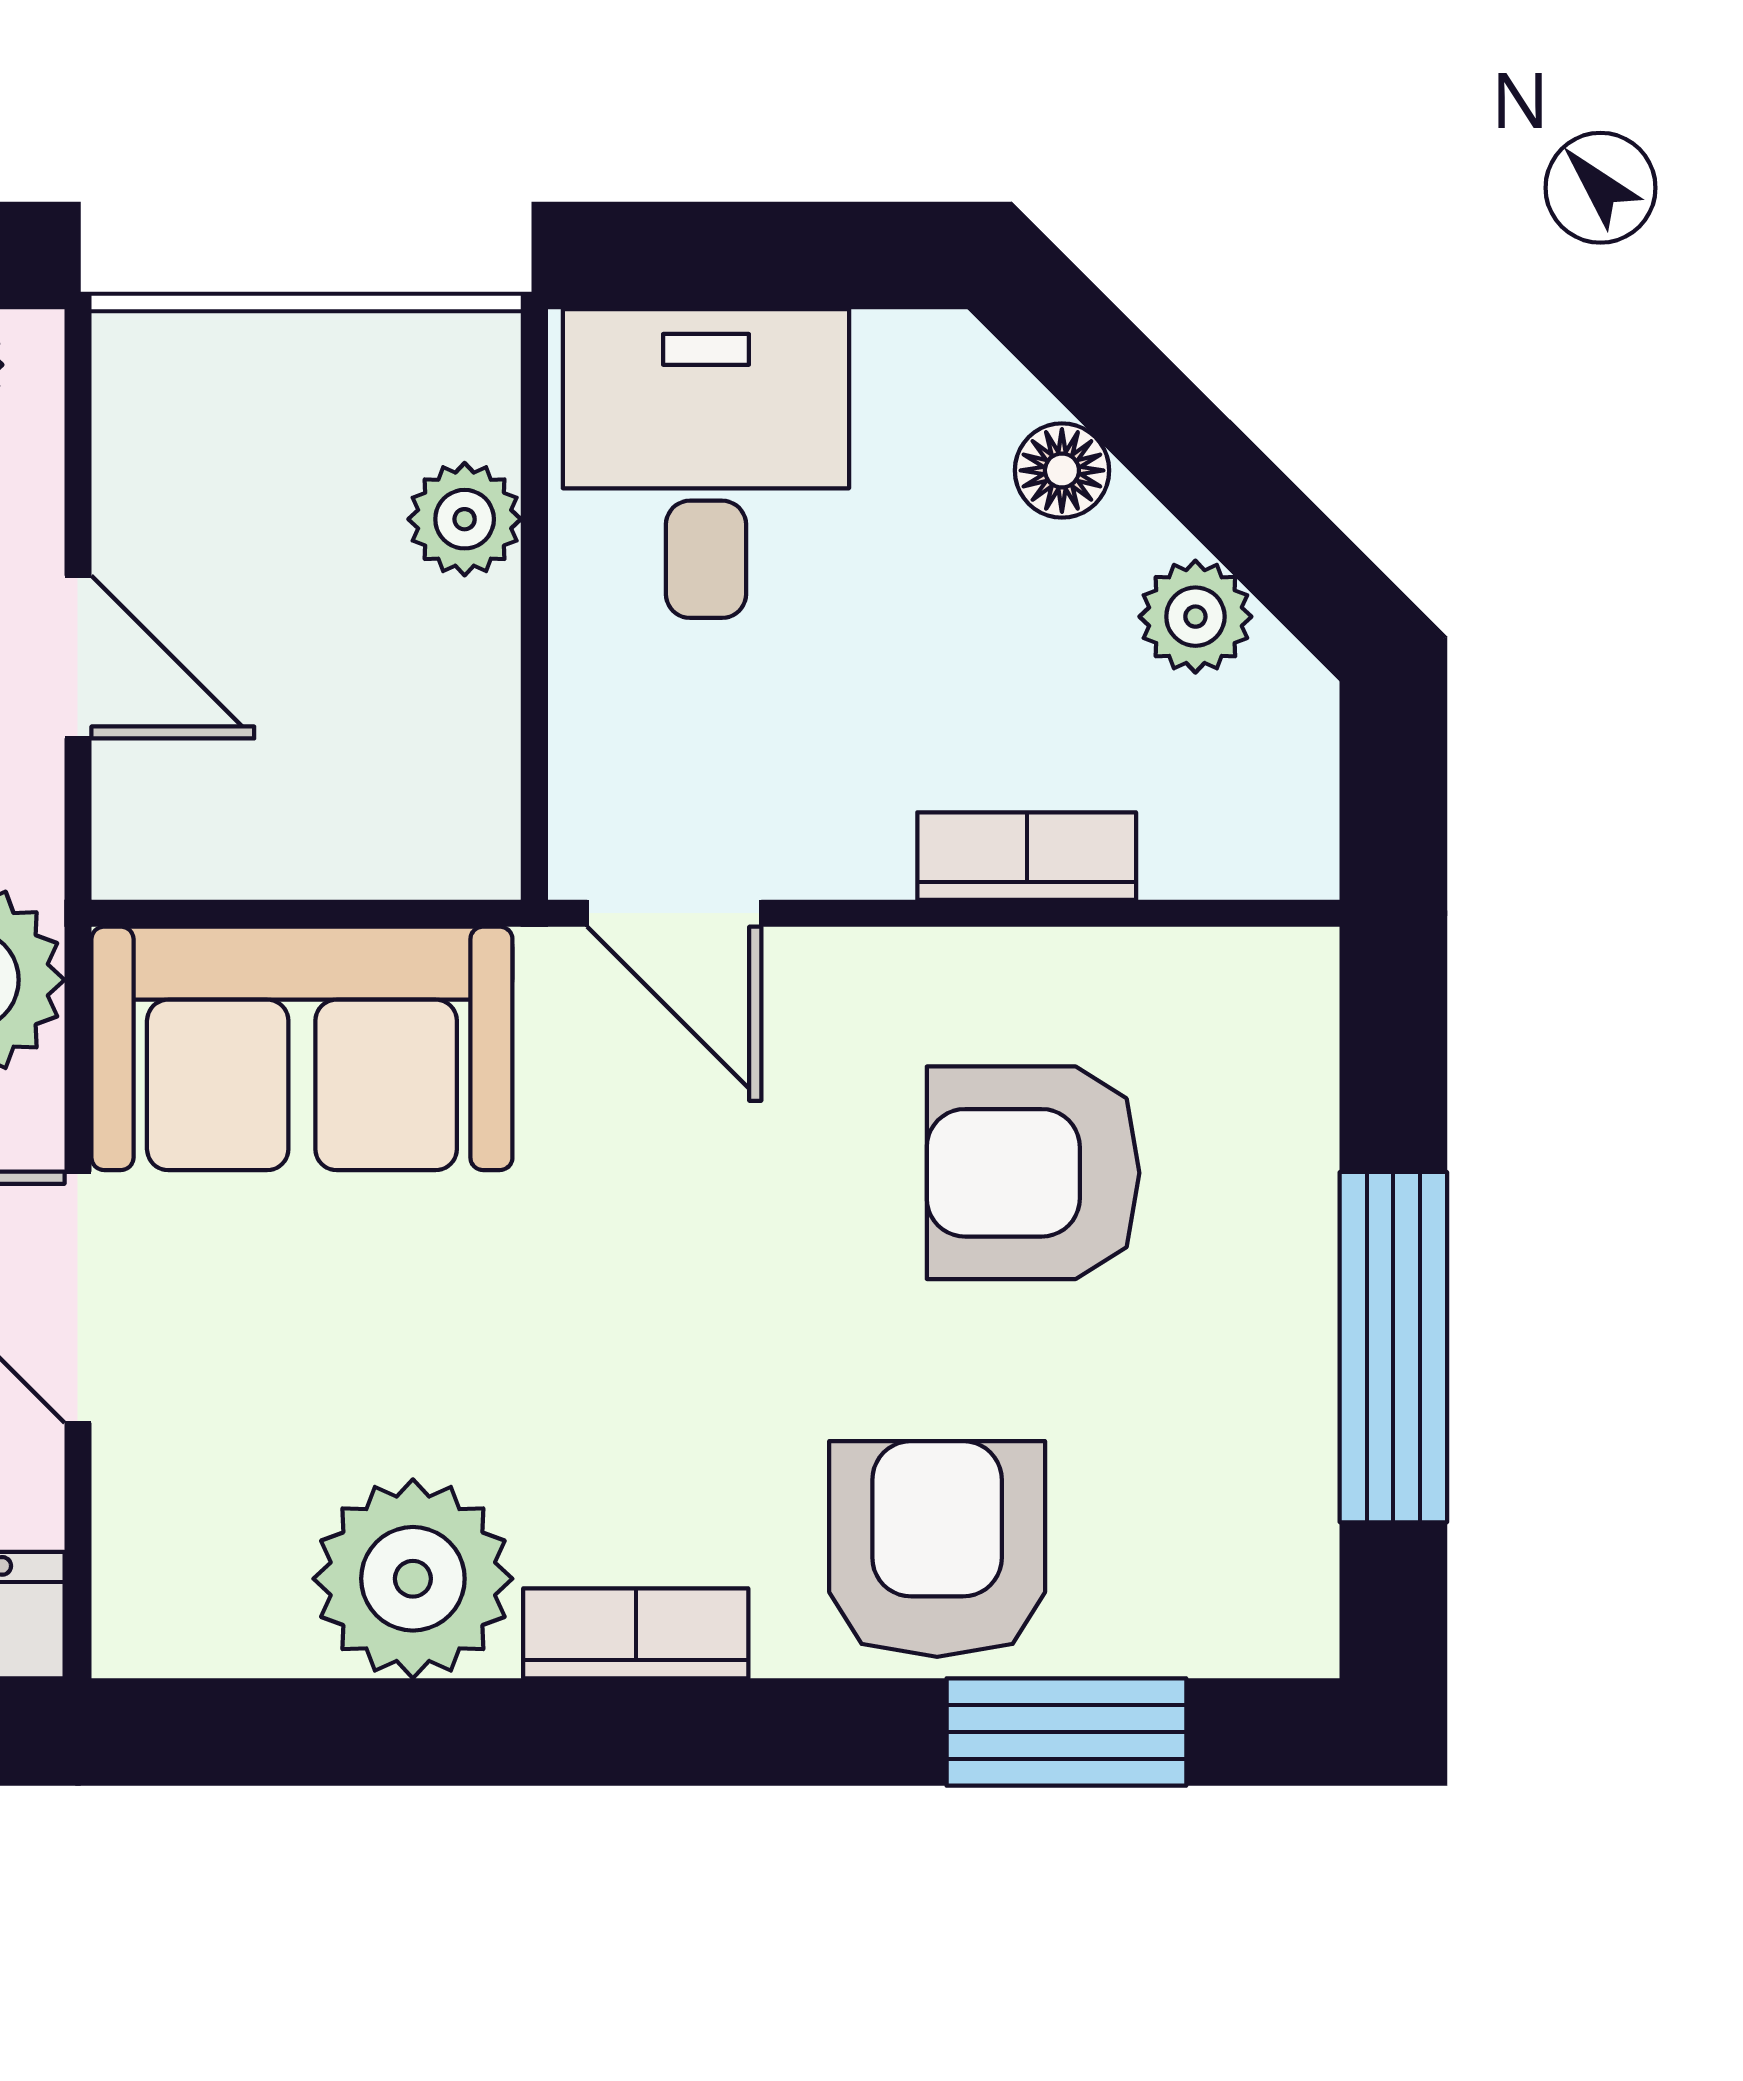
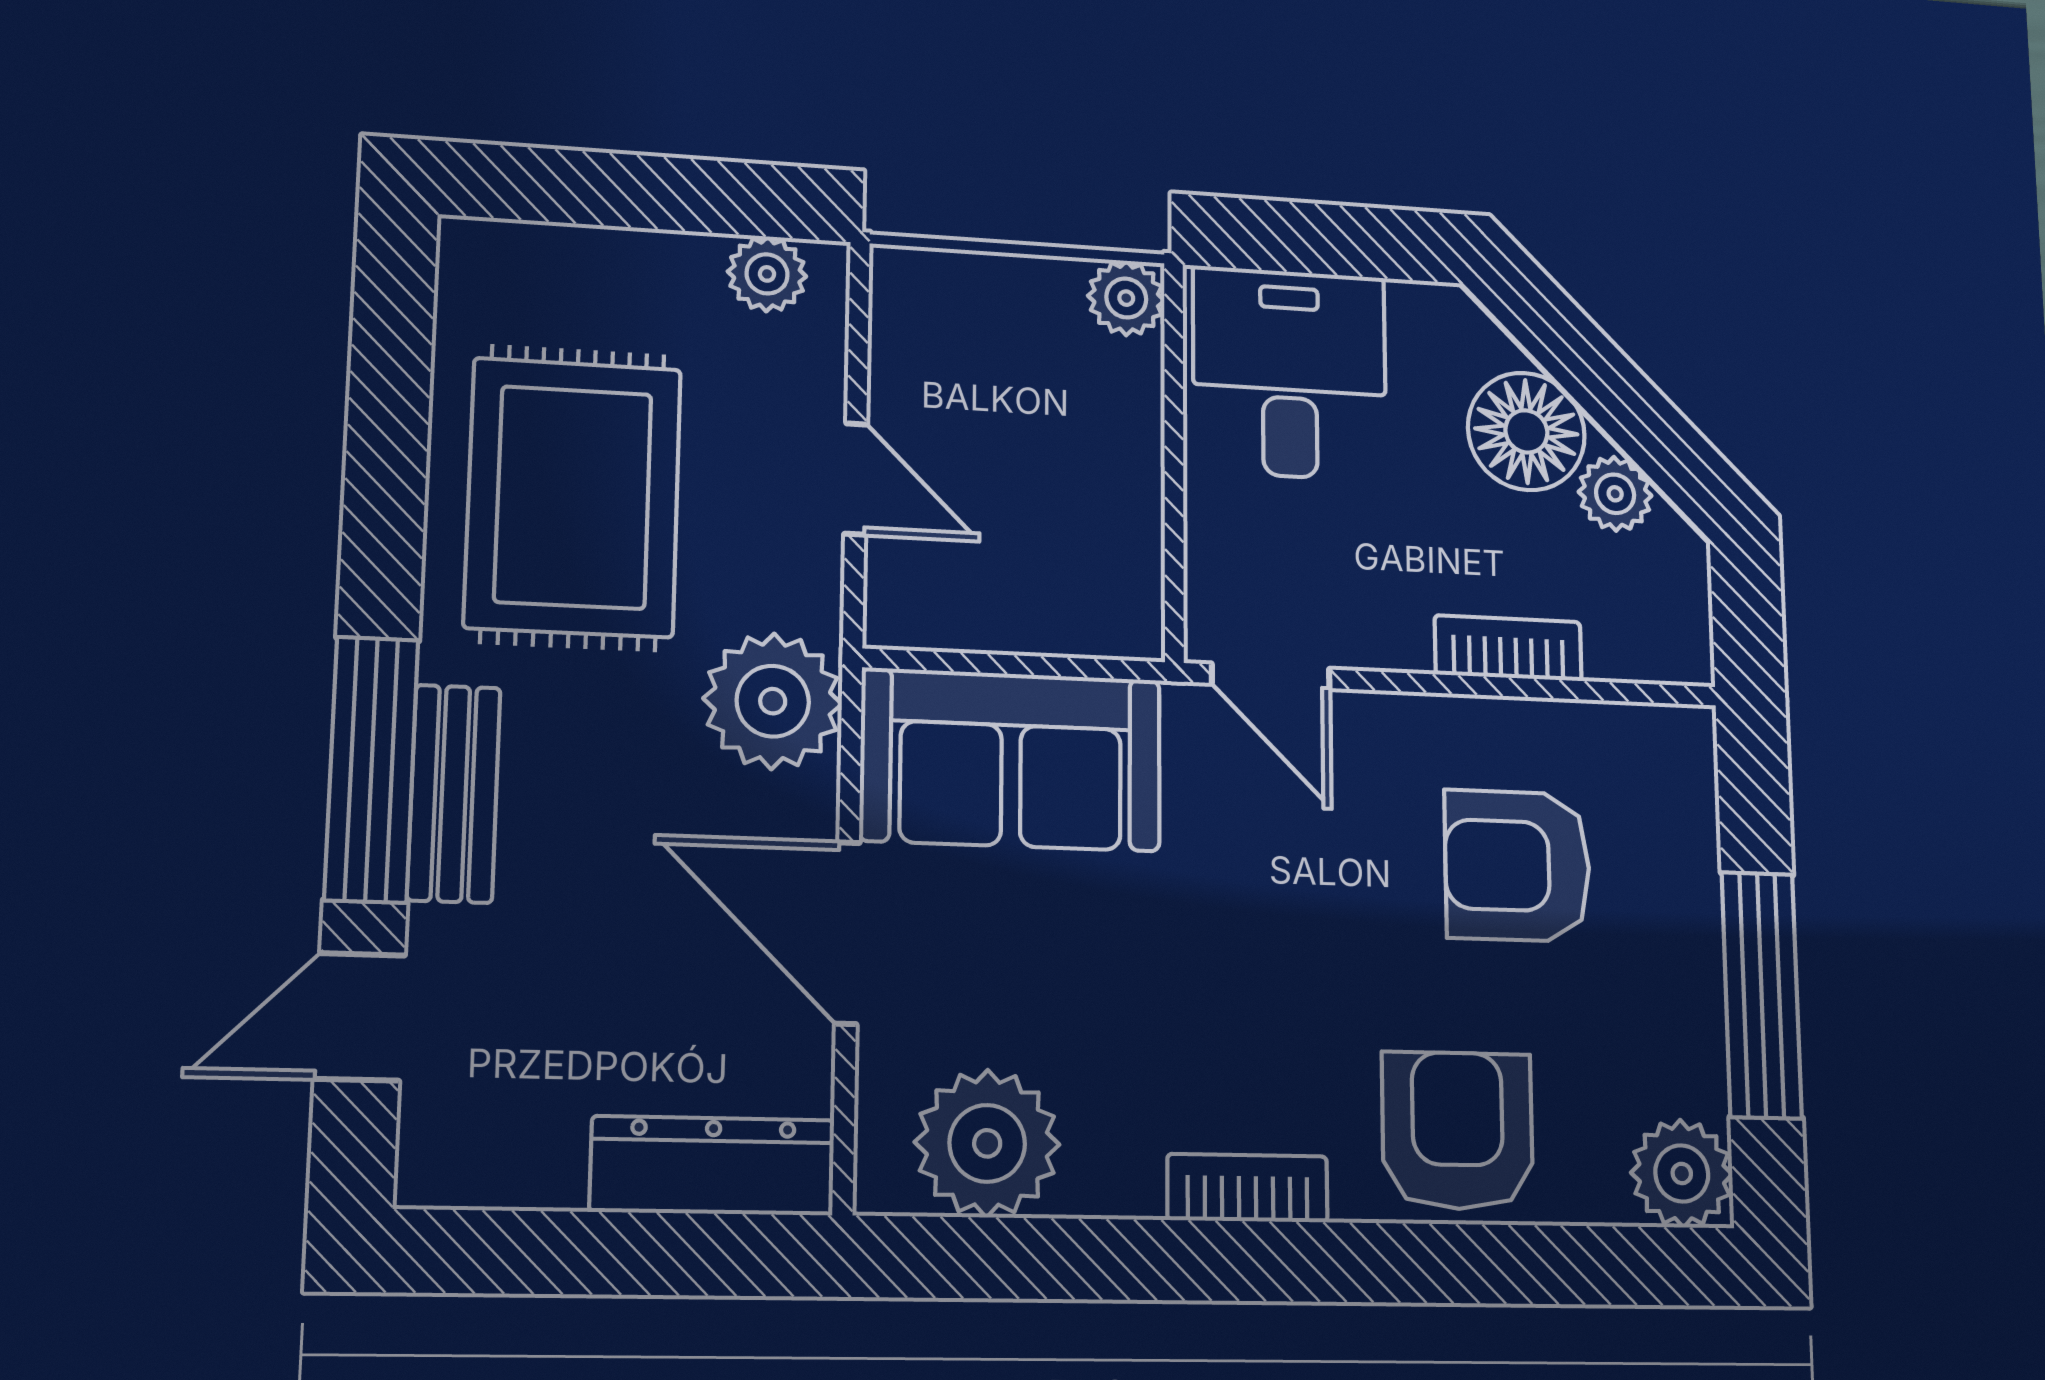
floor lamp: (1062, 470) -> (1526, 431), width x1.89, depth x1.89
plant: (465, 519) -> (1126, 298), moved
plant: (413, 1579) -> (987, 1143), moved
plant: (1264, 1603) -> (1682, 1173), added
window: (1066, 1732) -> (1550, 1265), removed

